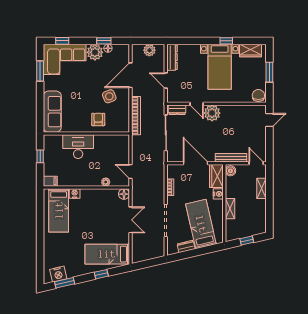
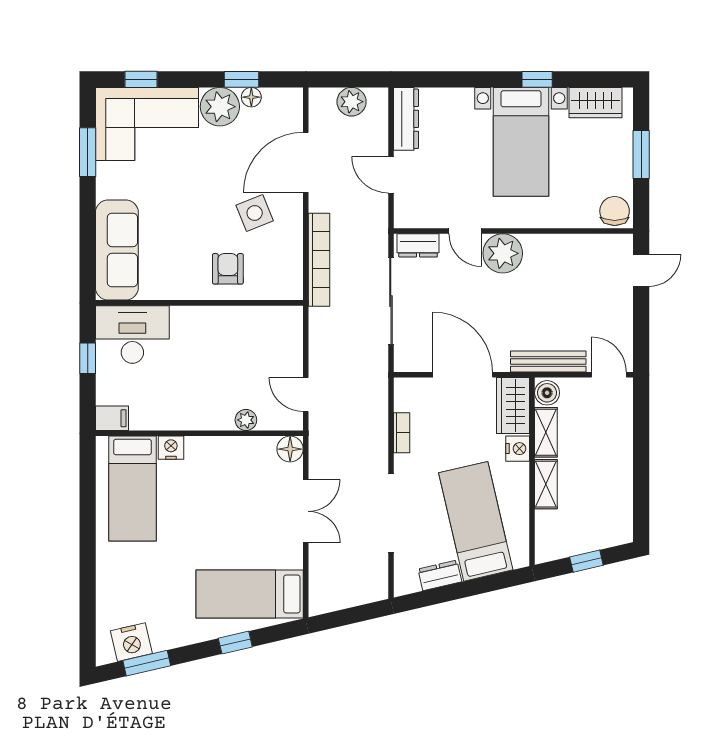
desk: (78, 147) -> (132, 334), moved
shelving: (261, 188) -> (546, 432), moved

